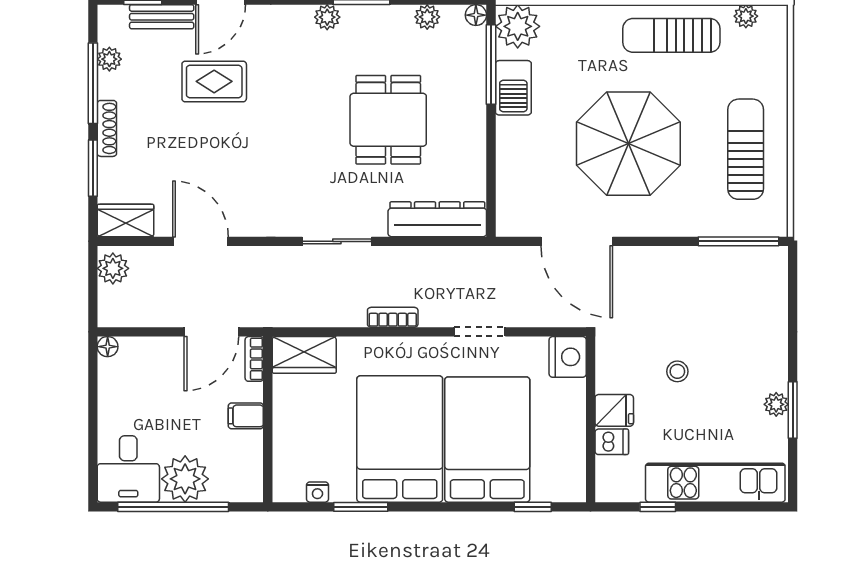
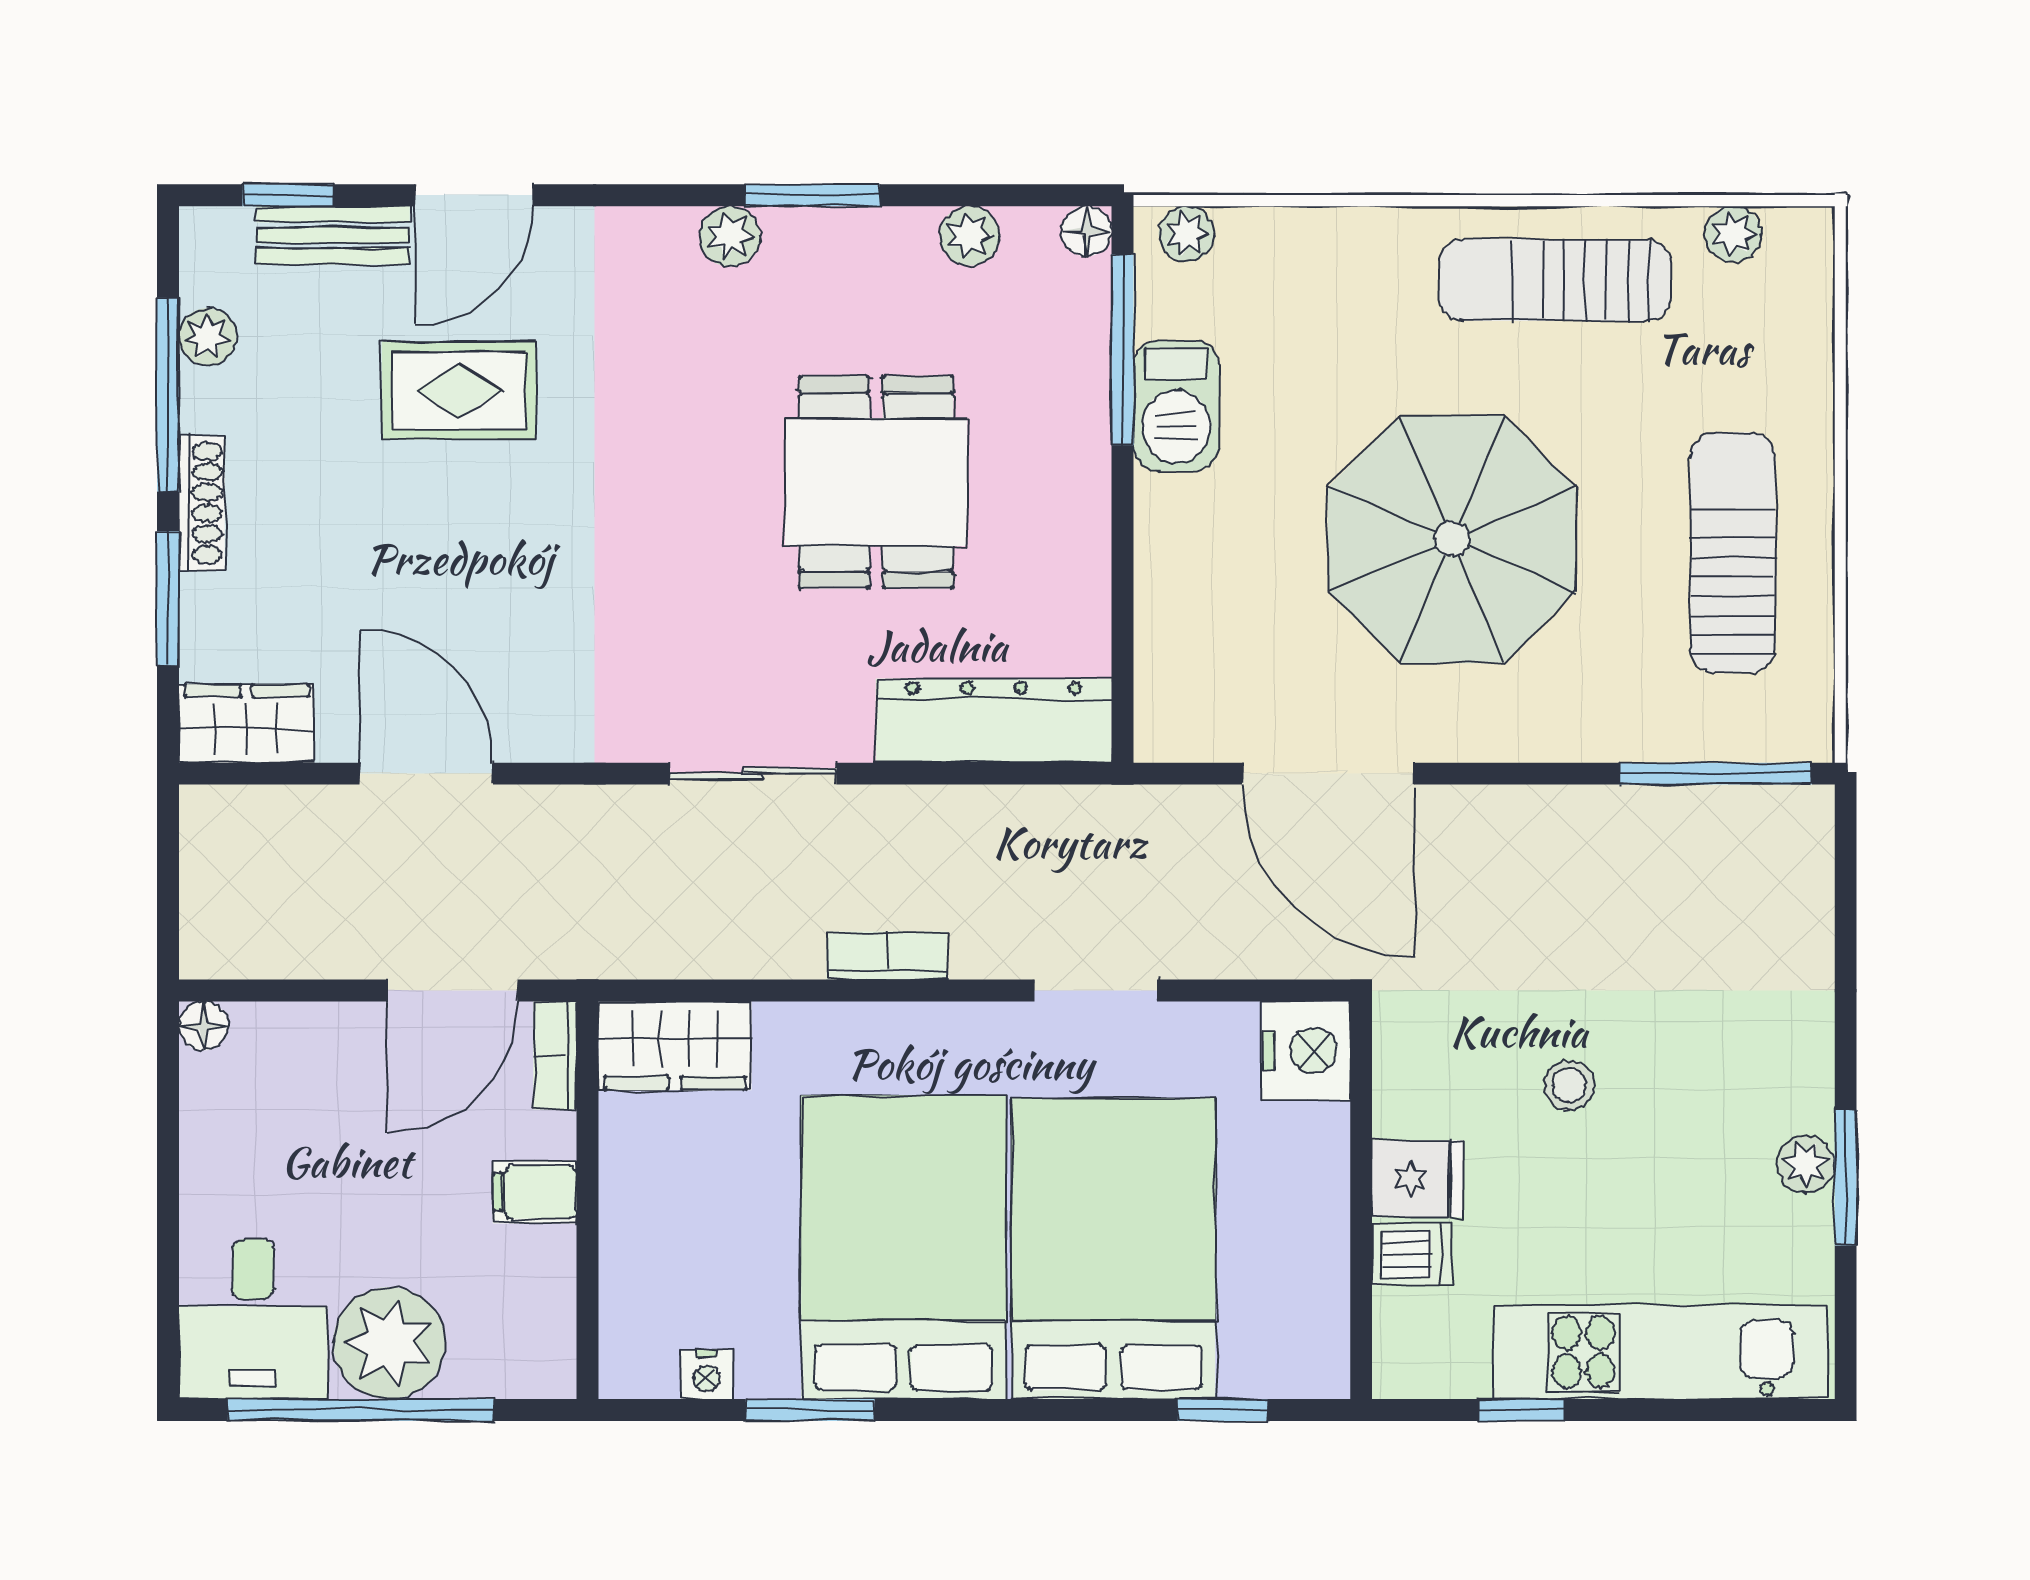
plant: (518, 26) -> (1187, 234), width x0.53, depth x0.53
plant: (113, 268) -> (216, 839), removed

